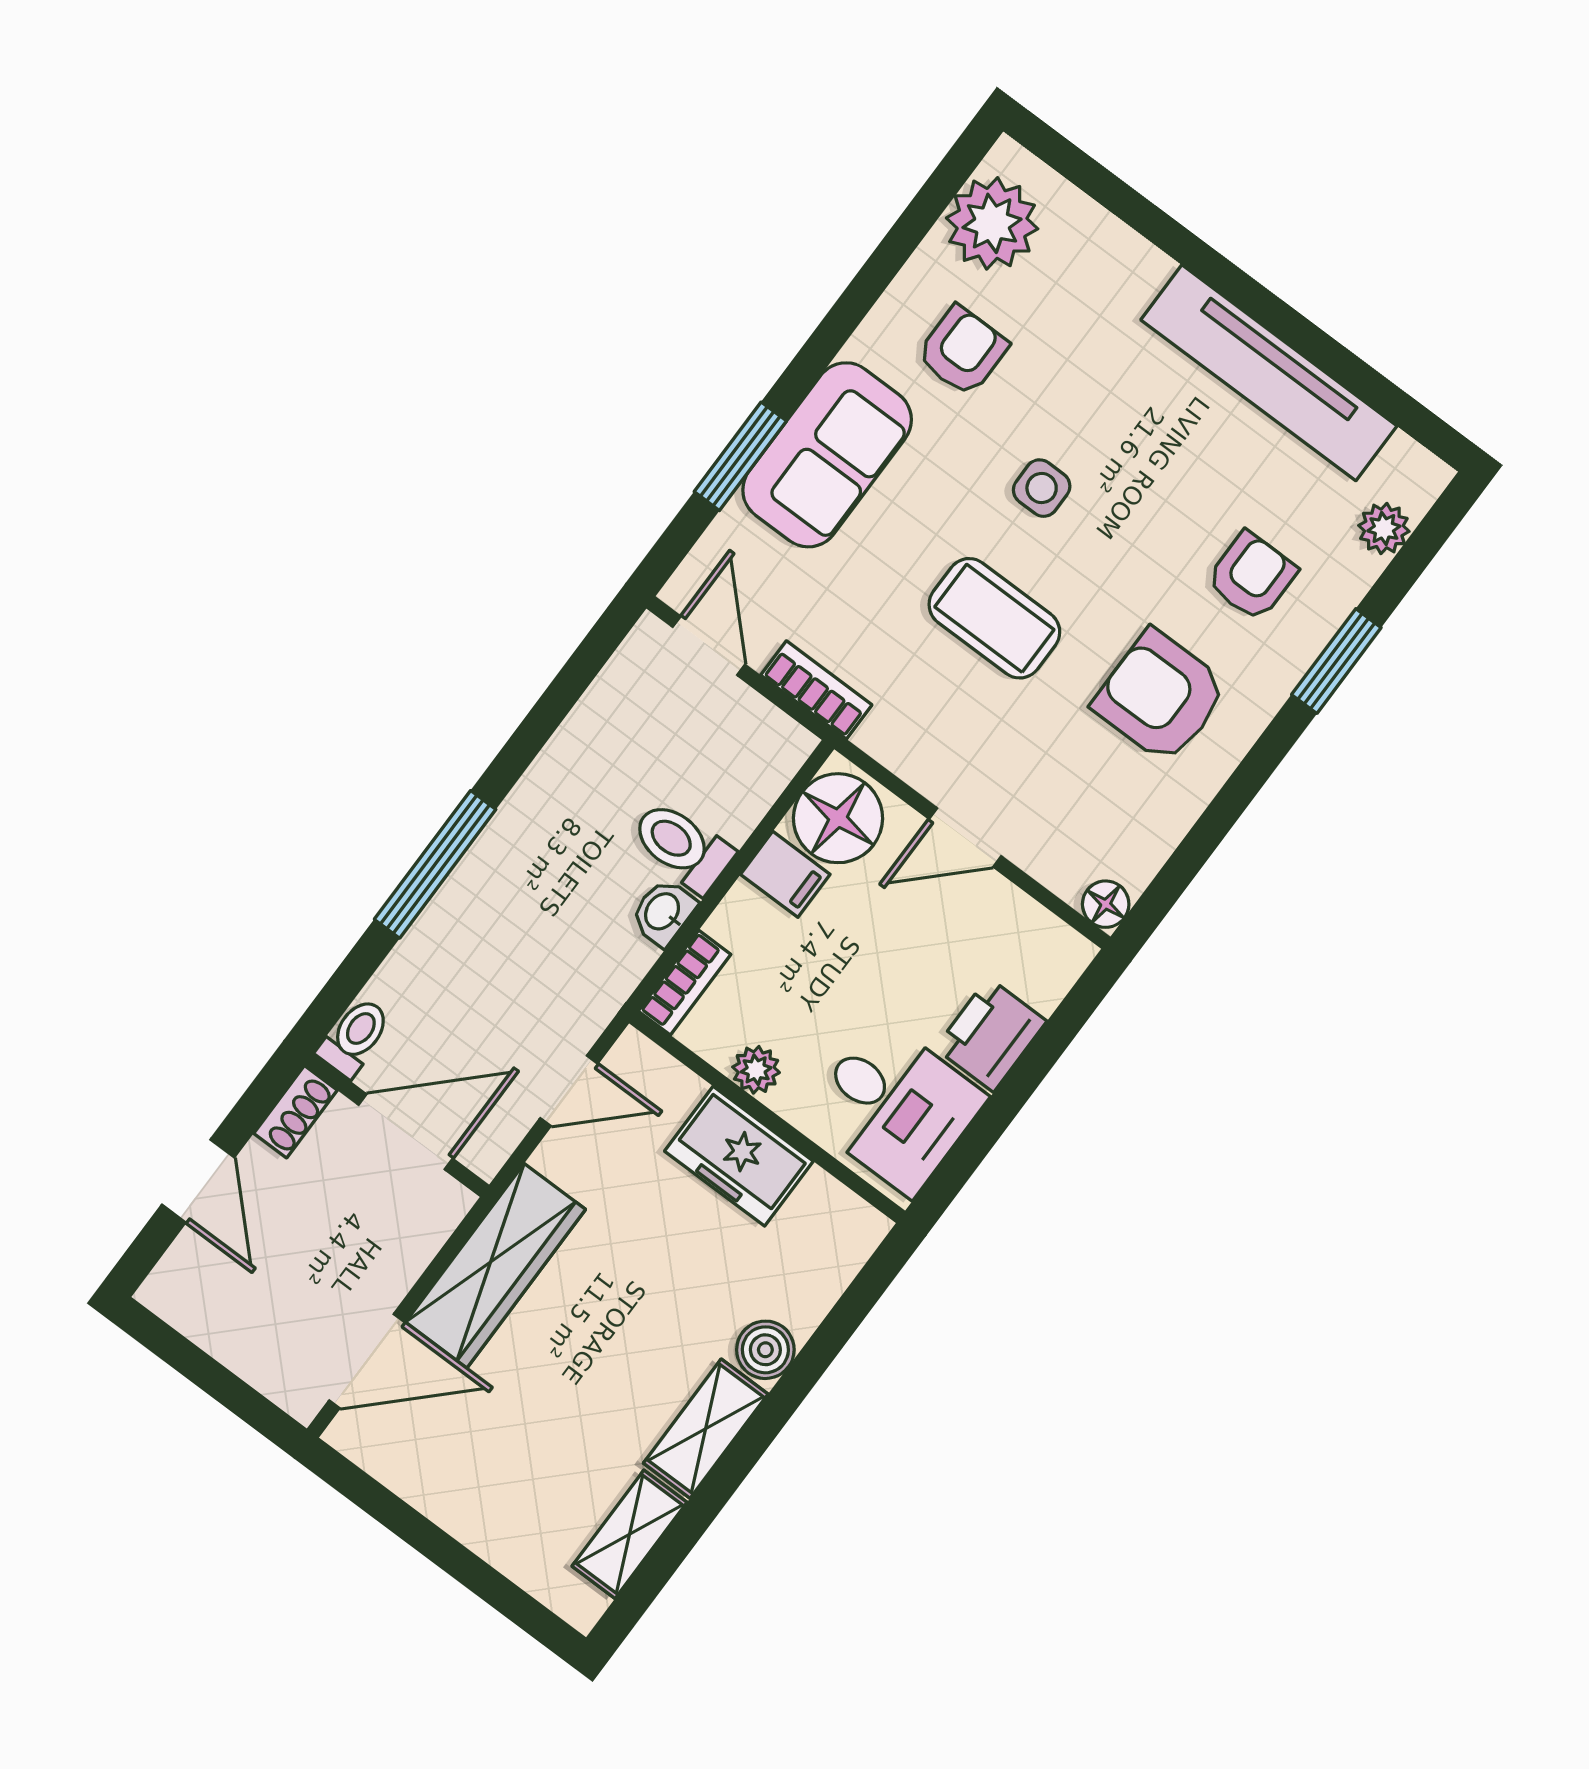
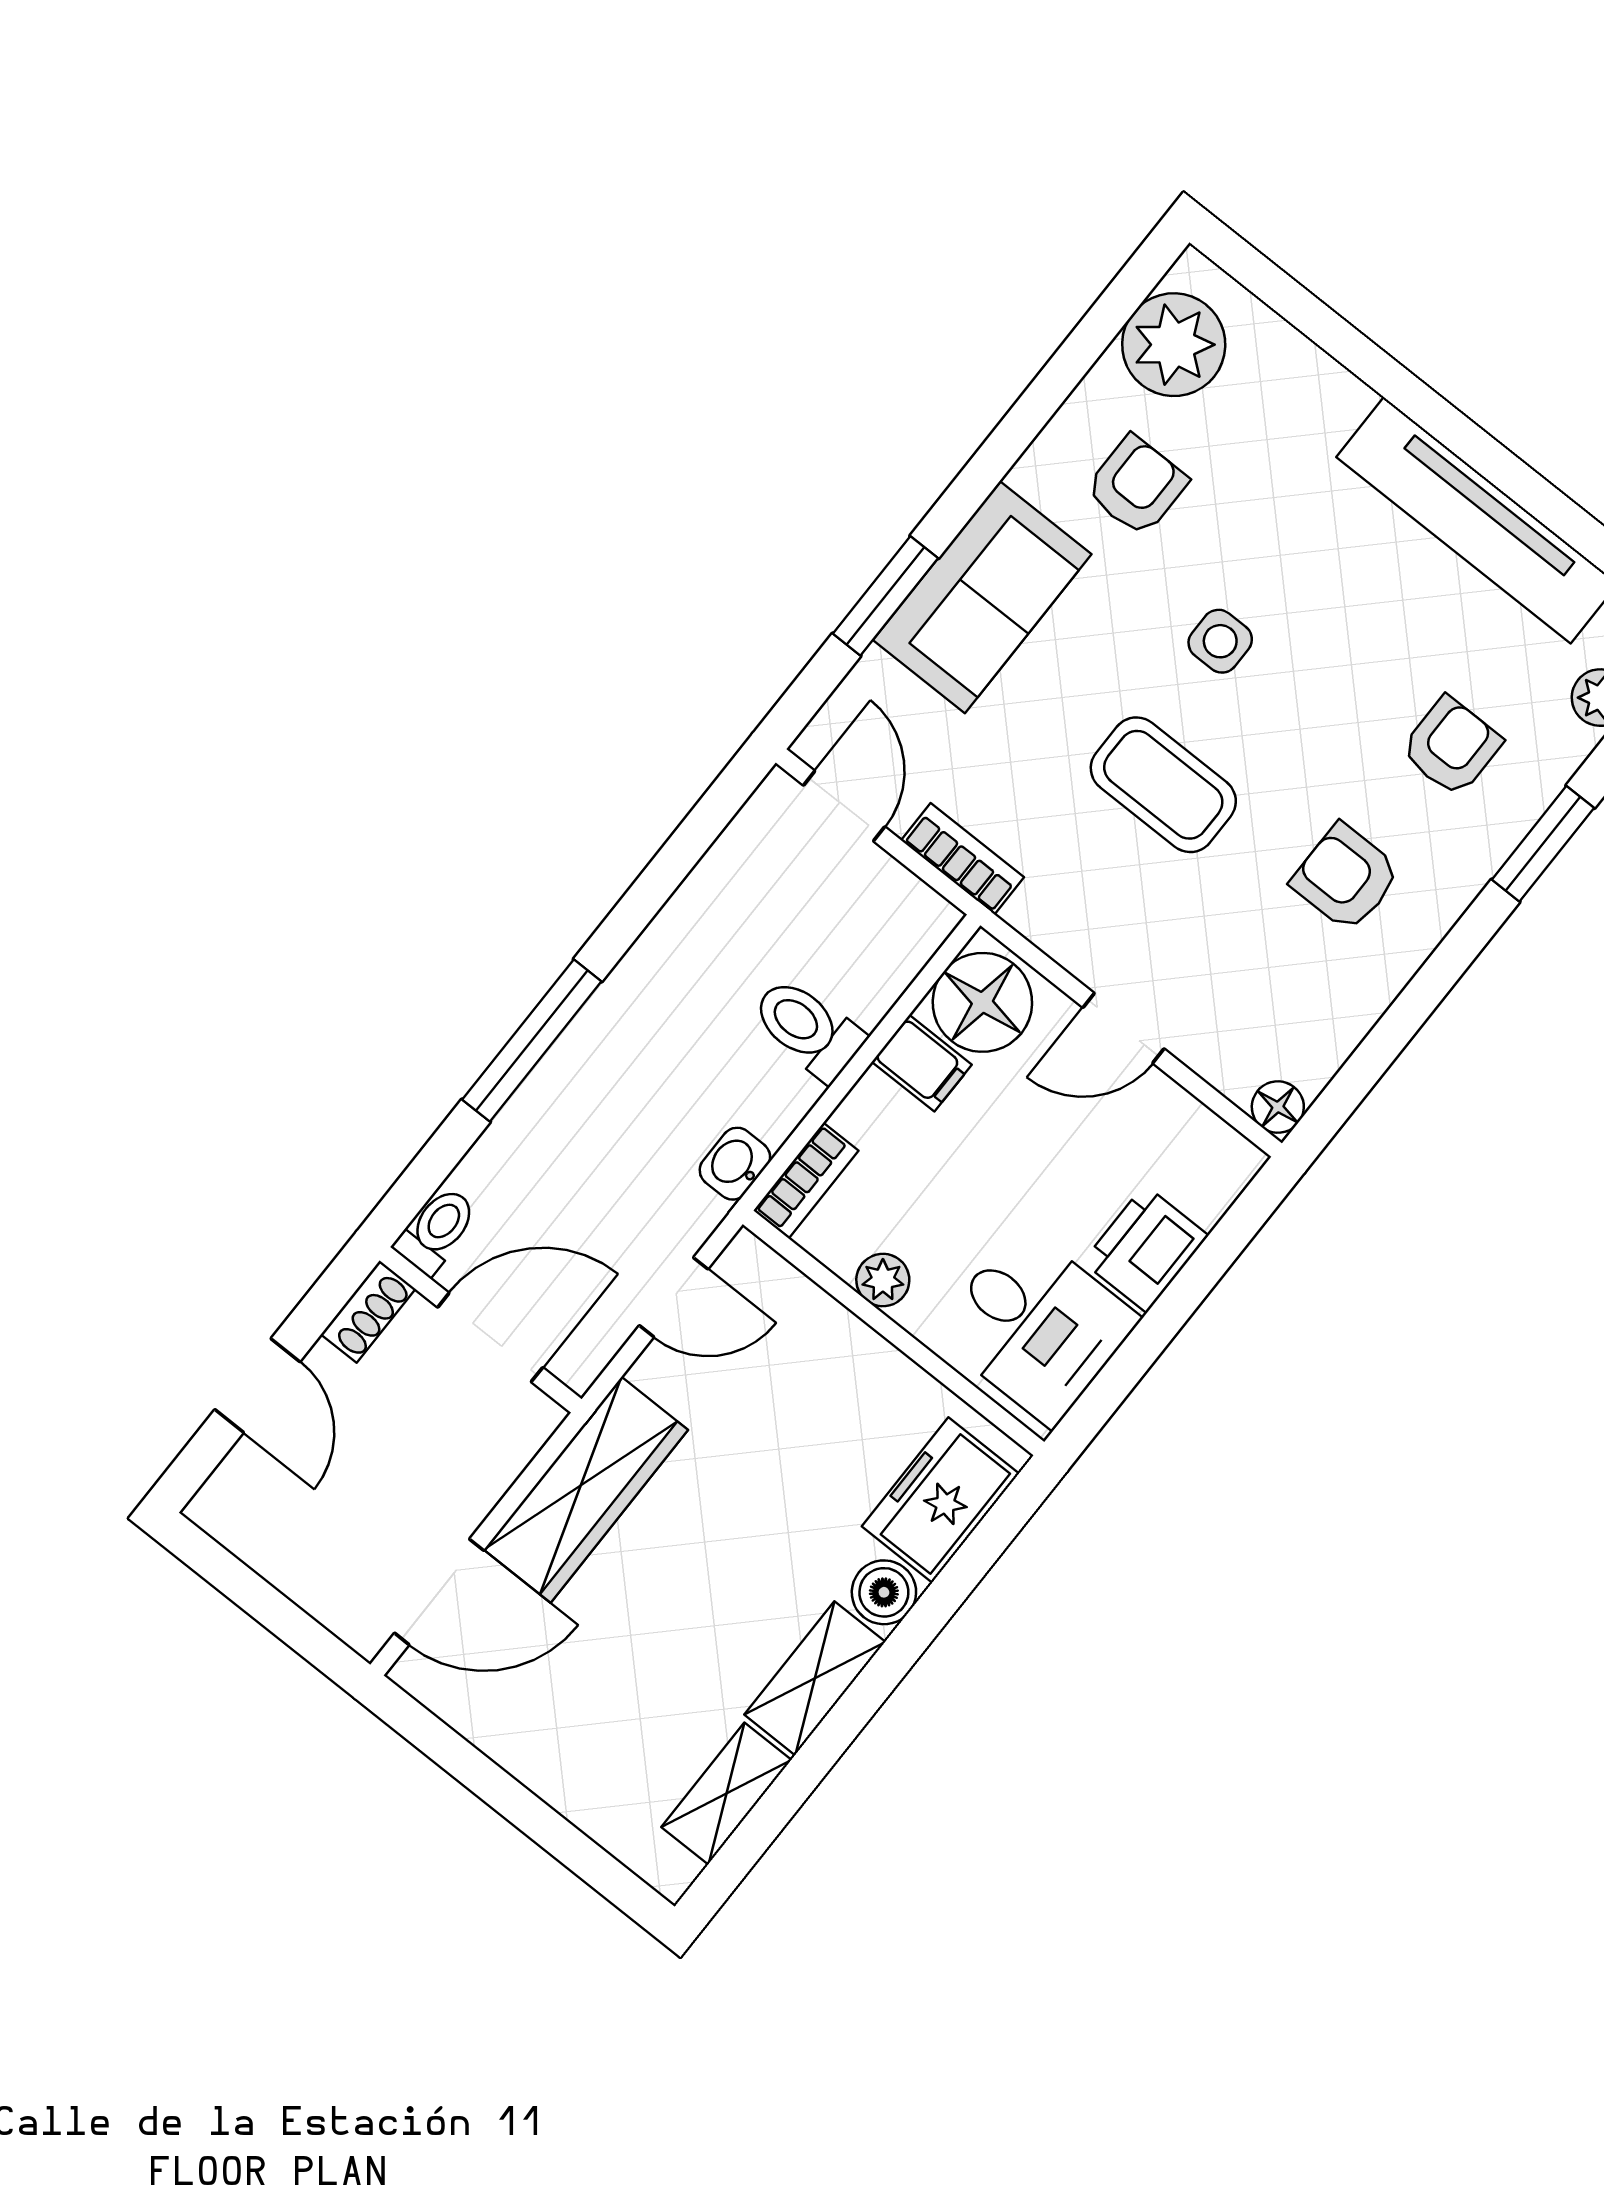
armchair: (1160, 697) -> (1346, 877), width x0.72, depth x0.72
washbasin: (663, 912) -> (735, 1164), moved
freezer: (739, 1156) -> (940, 1500), moved, turned 90

